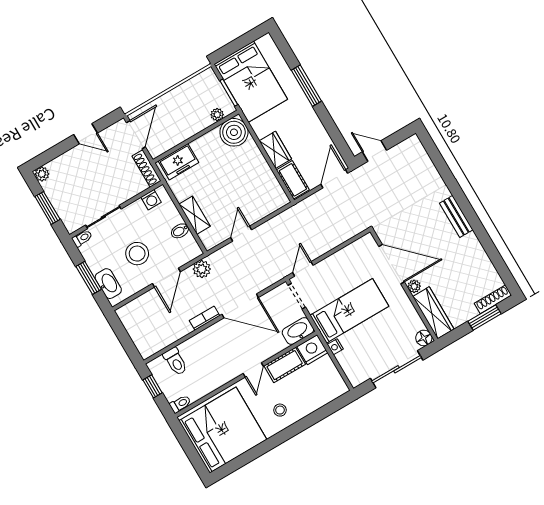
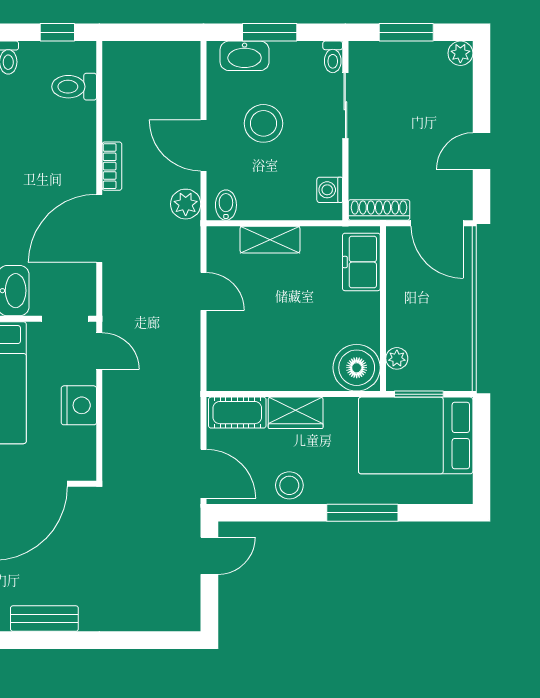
stool: (314, 131) -> (289, 485), added
bidet: (180, 231) -> (226, 205), moved
nightstand: (337, 263) -> (79, 405), added

